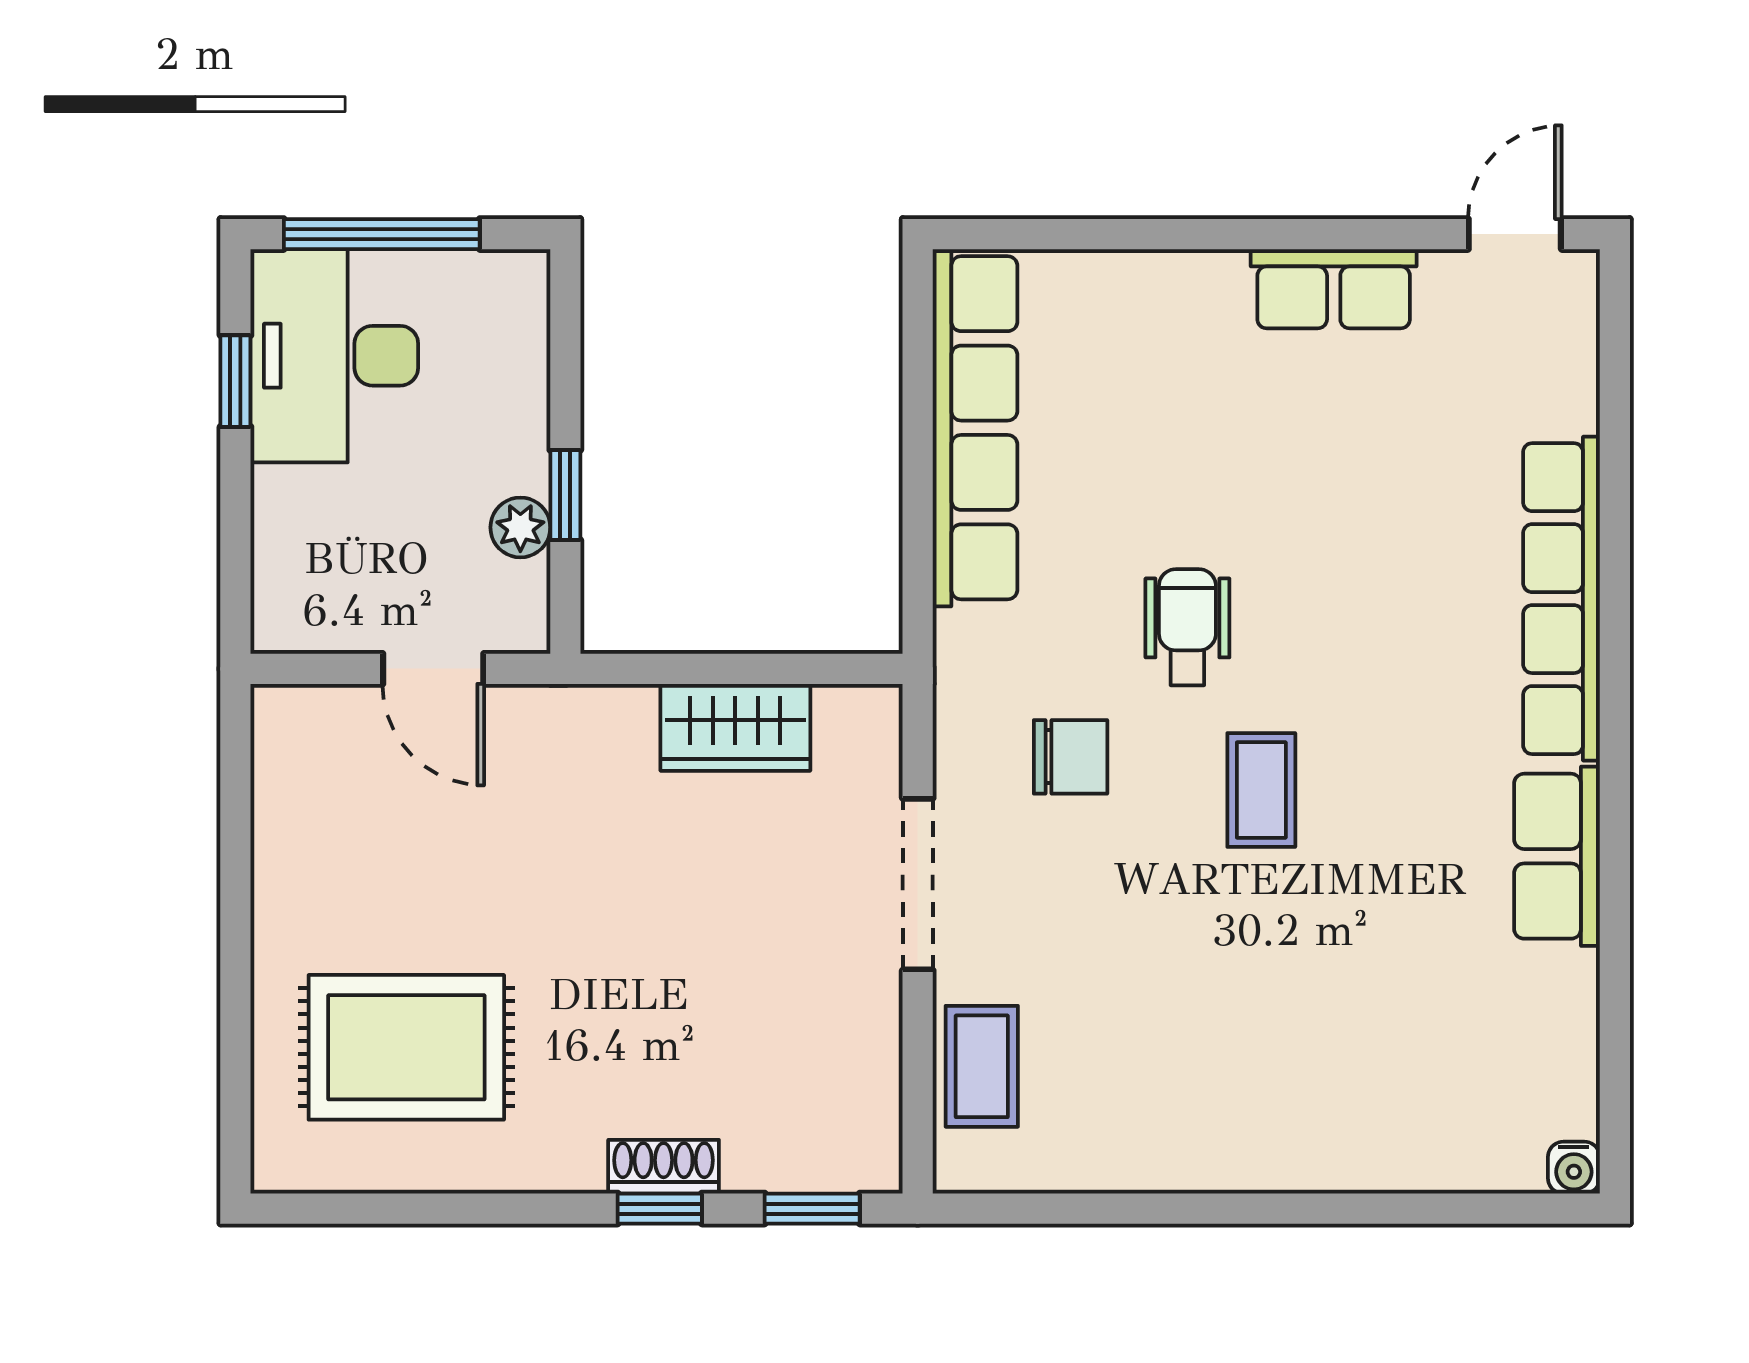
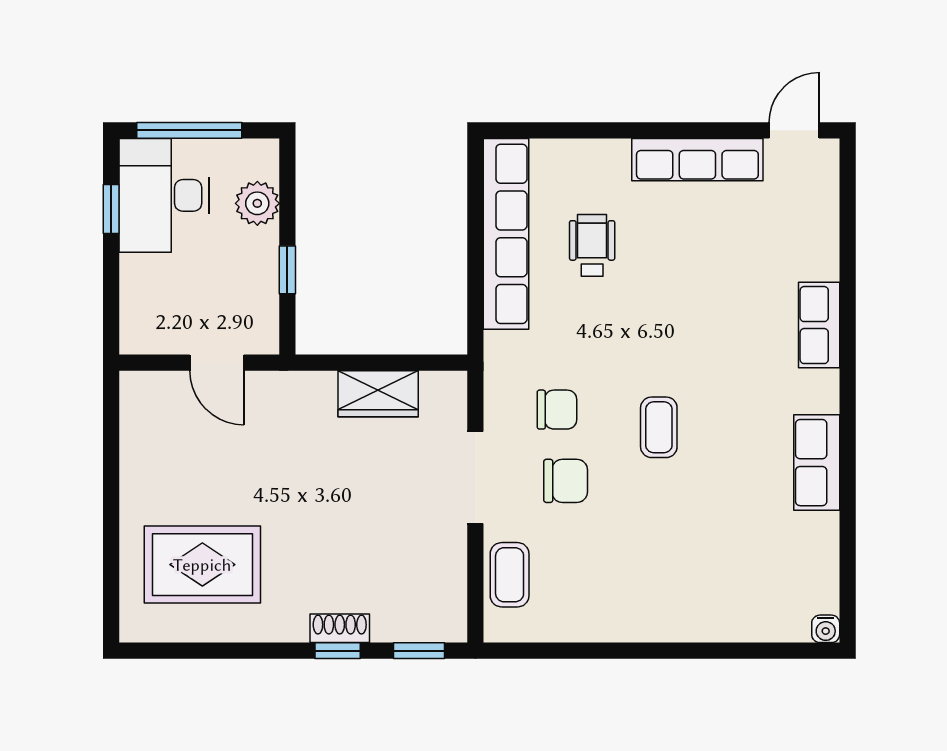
row of seats: (1334, 289) -> (697, 160), width x1.48
plant: (520, 527) -> (257, 203), moved, width x1.38, depth x1.38
row of seats: (1561, 599) -> (819, 325), width x0.50
wheelchair: (1187, 627) -> (592, 245), moved
chair: (1087, 890) -> (566, 481), added

